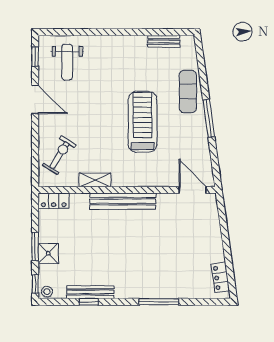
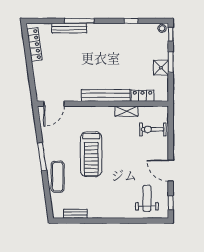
exercise bike: (59, 155) -> (153, 129), turned 58
door: (193, 190) -> (54, 104), hinge flipped
locker: (54, 201) -> (143, 96), moved
shower: (48, 253) -> (161, 68), moved
locker: (220, 277) -> (34, 44), width x1.53
bench: (90, 292) -> (69, 28), moved

